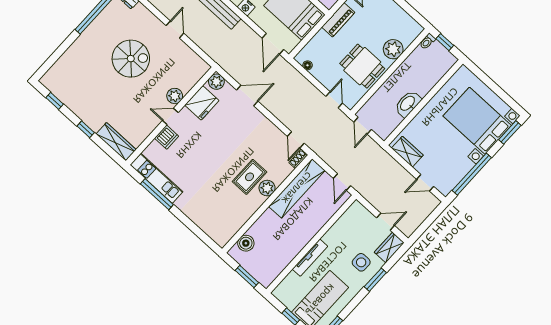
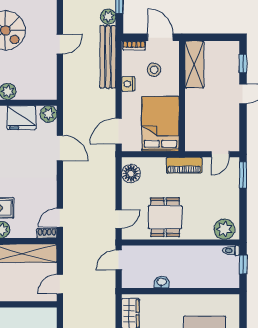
plant: (393, 49) -> (224, 229), moved
floor lamp: (307, 65) -> (131, 174), width x1.89, depth x1.89
washbasin: (408, 104) -> (162, 282), width x0.52, depth x0.69

